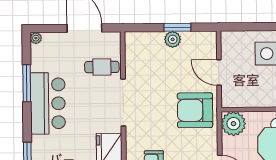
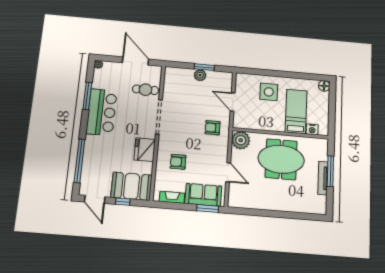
armchair: (195, 110) -> (213, 128), width x0.53, depth x0.53

